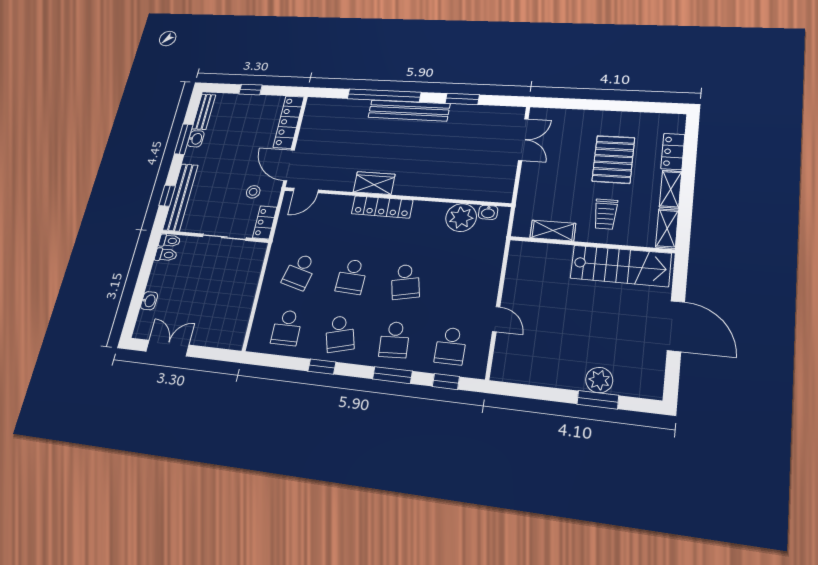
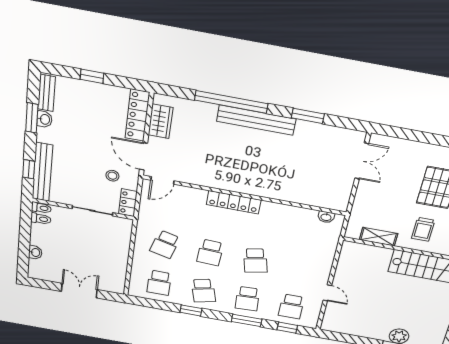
wardrobe: (374, 183) -> (161, 121), moved, turned 90
plant: (461, 218) -> (303, 218), removed
double door: (167, 348) -> (79, 291), moved

